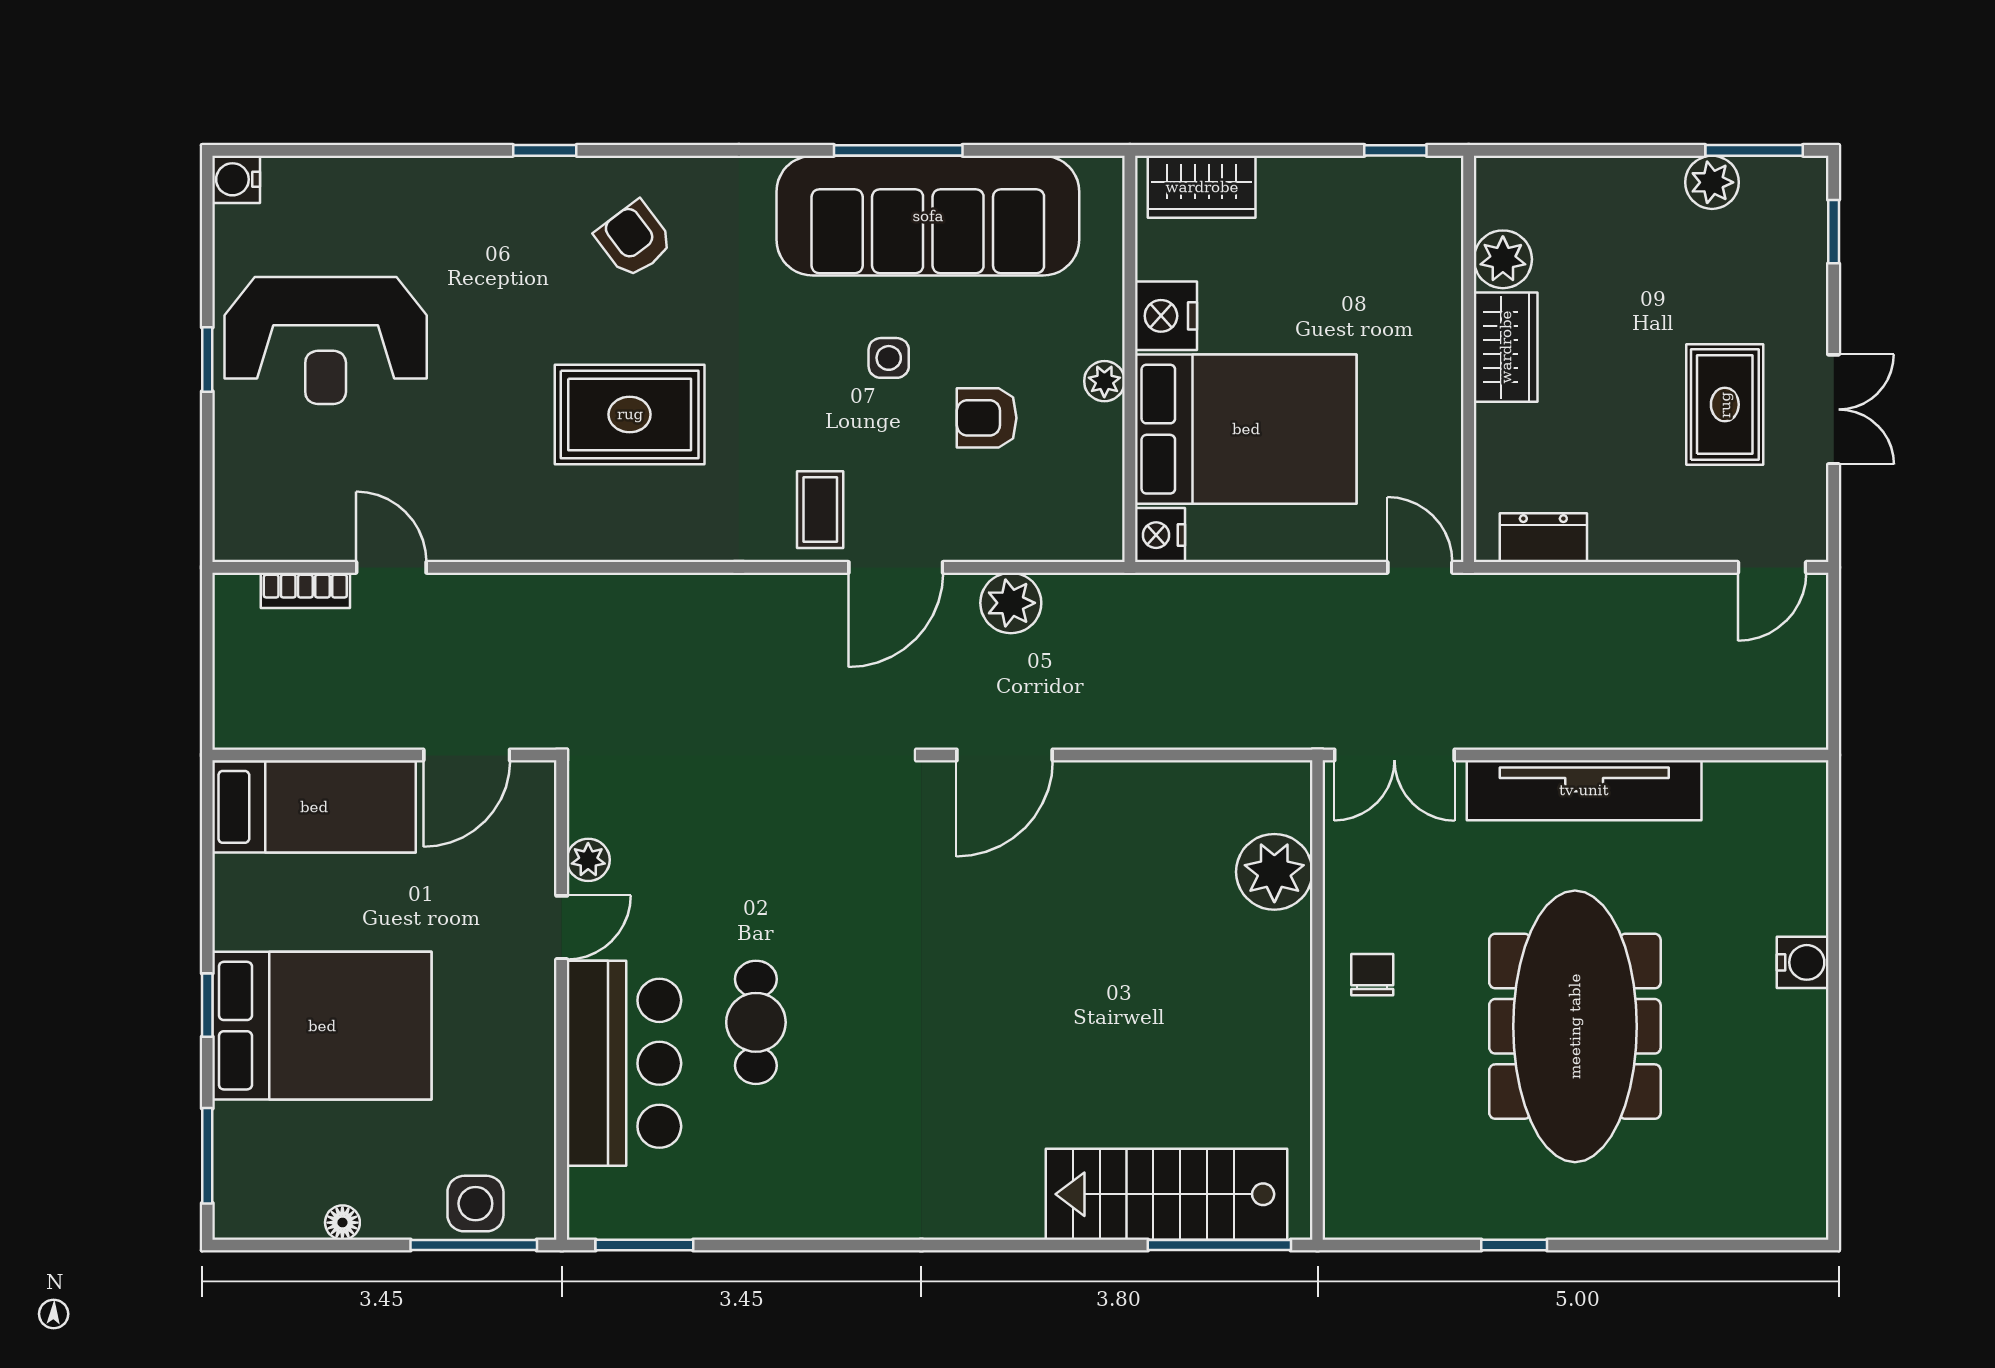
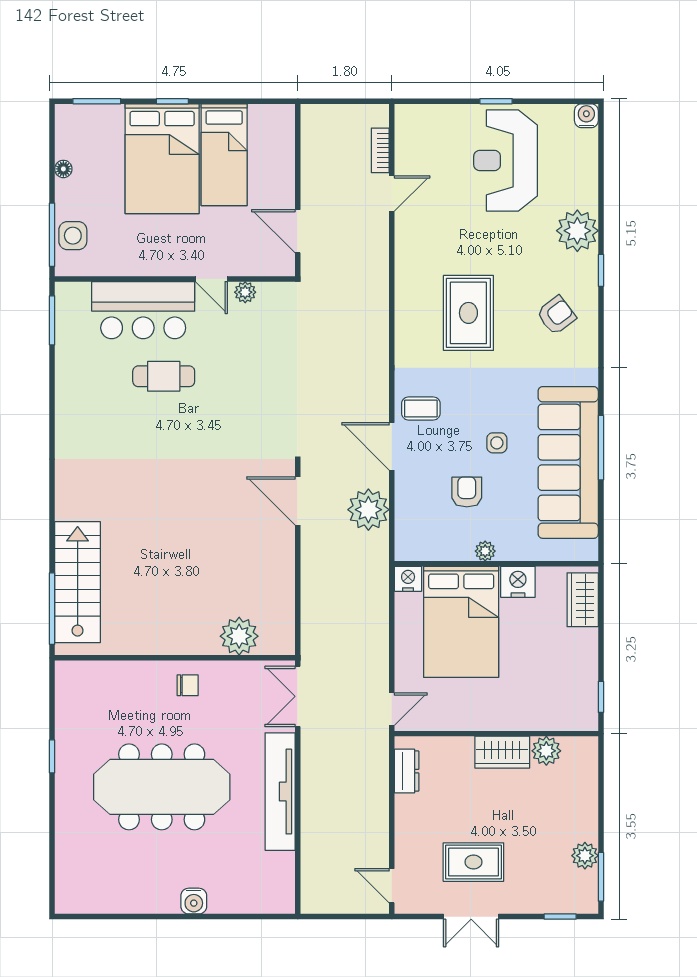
plant: (466, 197) -> (577, 231), added
plant: (1011, 603) -> (368, 510), width x1.36, depth x1.36
bed: (314, 807) -> (224, 155), moved

